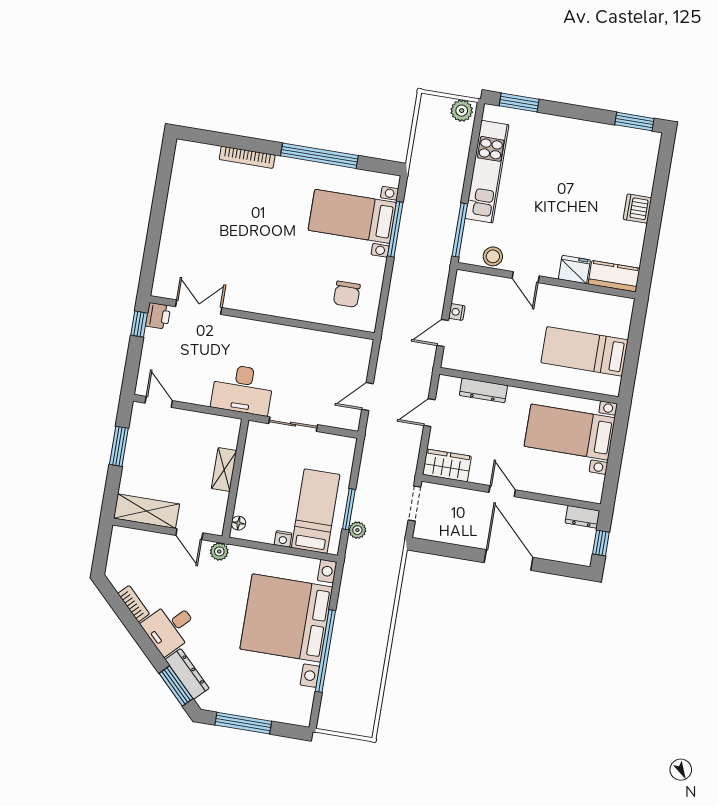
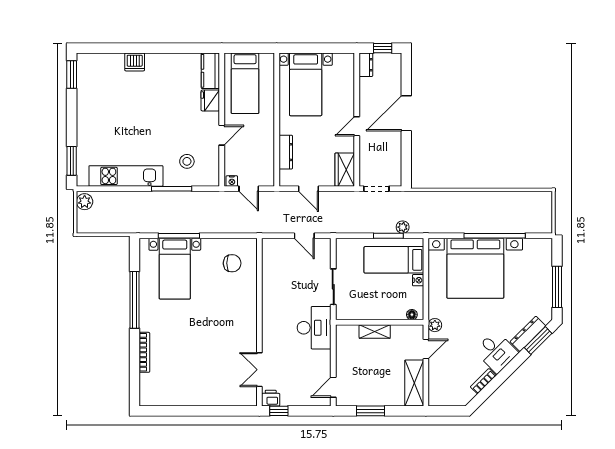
fridge: (574, 270) -> (210, 100), moved
kitchen counter: (614, 276) -> (210, 71), moved
door: (526, 277) -> (222, 135), moved
wall: (546, 281) -> (222, 120), moved

